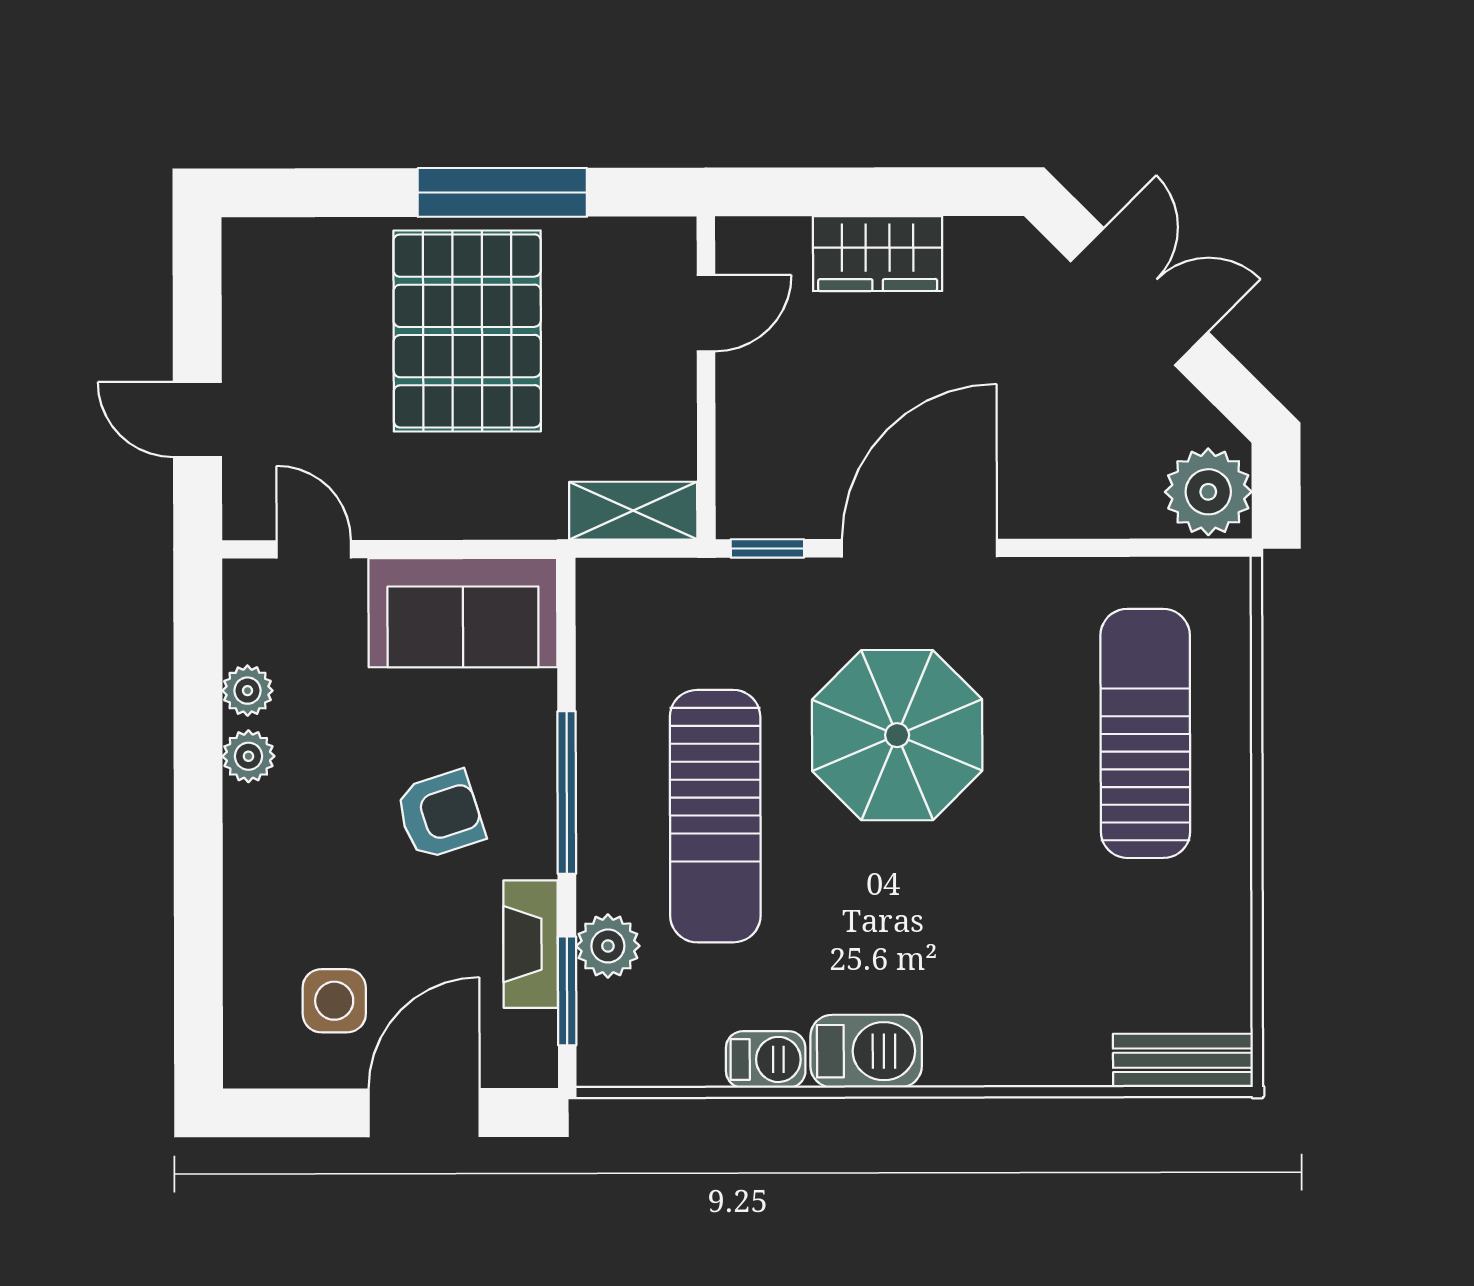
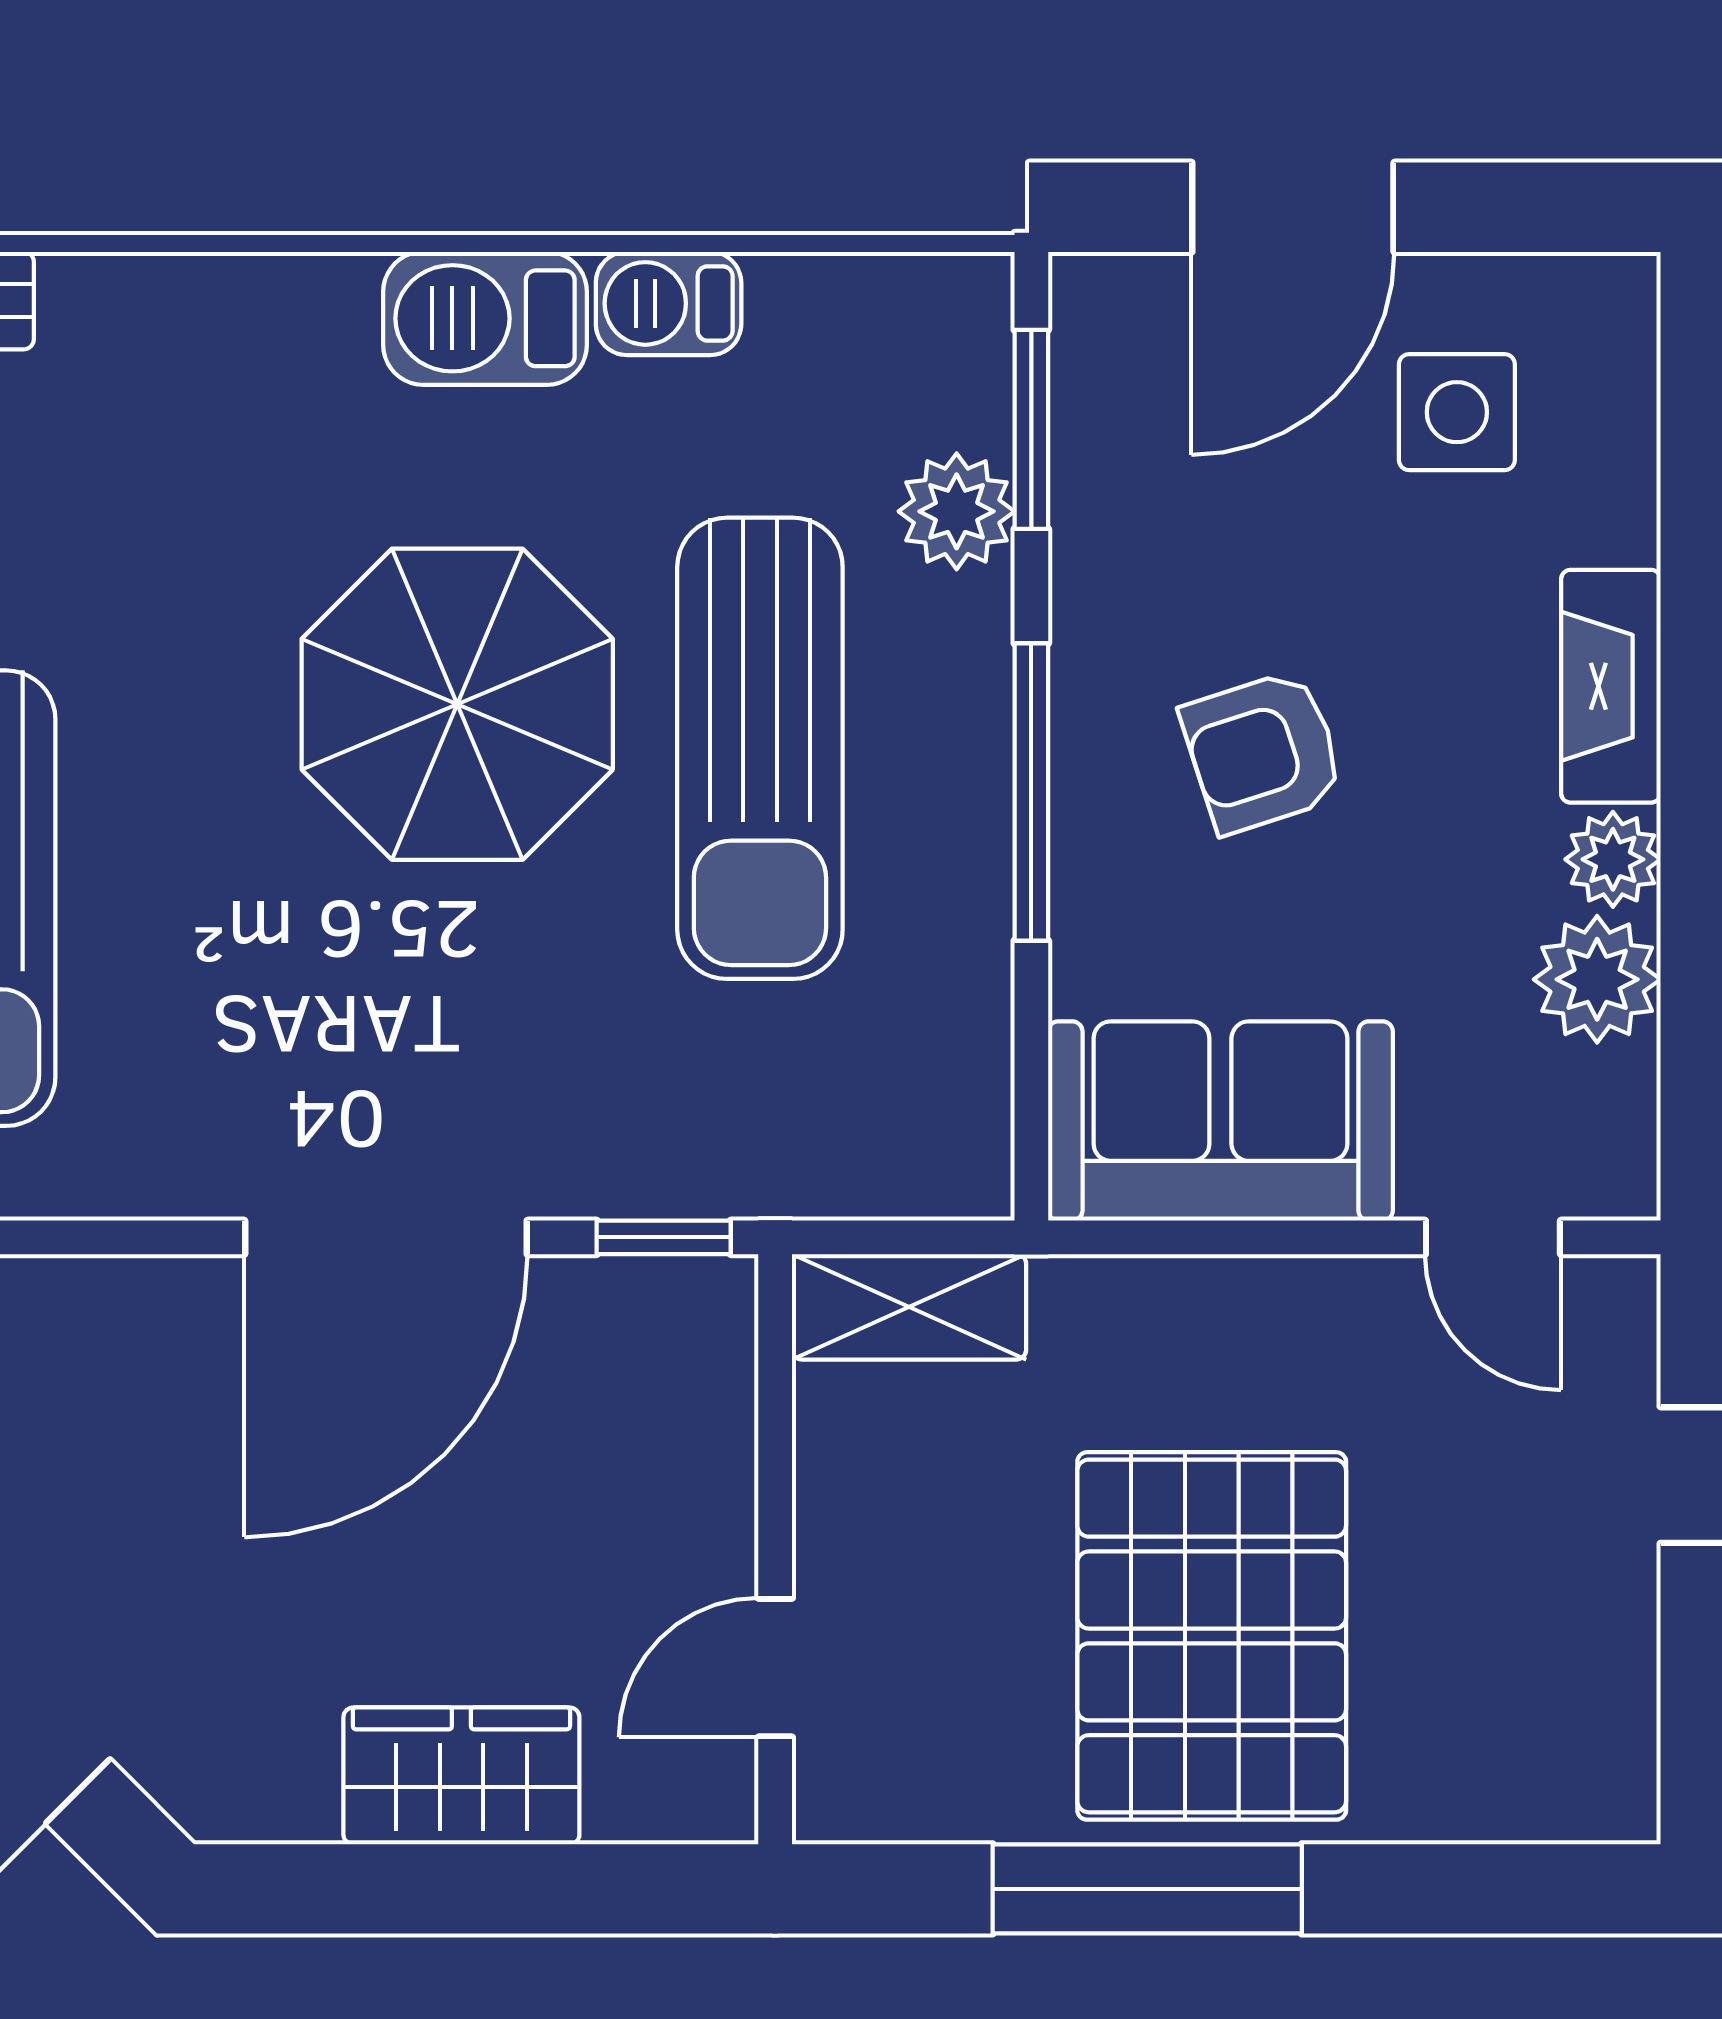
plant: (248, 691) -> (1597, 979), width x1.38, depth x1.38
parasol: (897, 735) -> (457, 704), moved
sun lounger: (715, 816) -> (760, 748), turned 180
fireplace: (531, 944) -> (1611, 686), moved, turned 180

